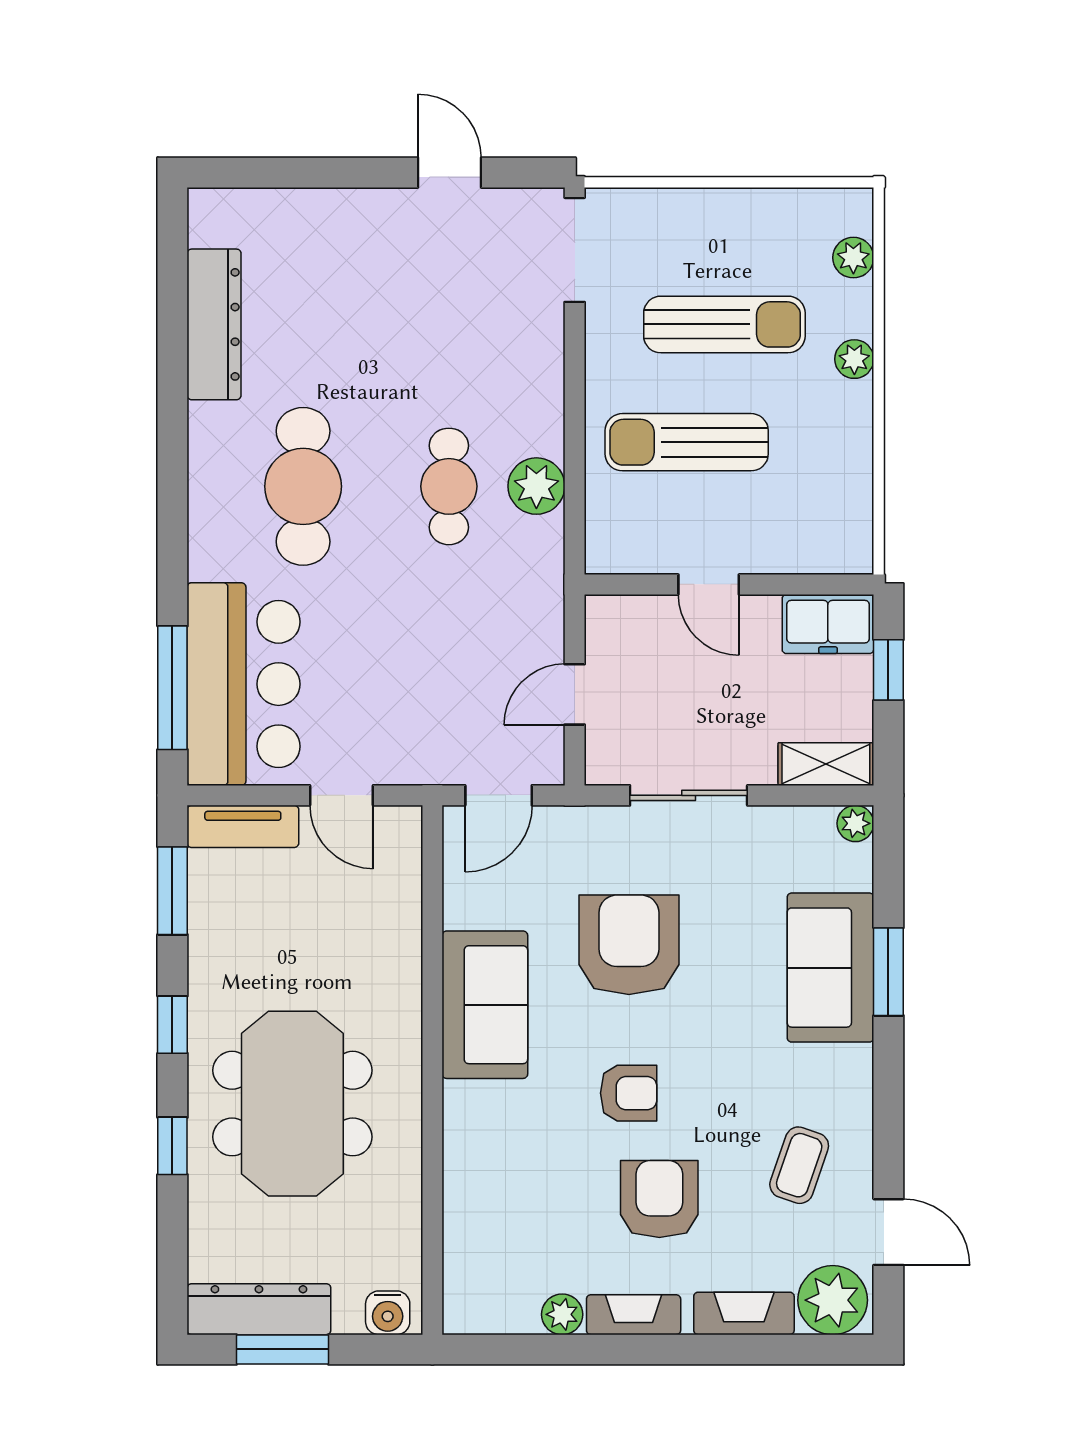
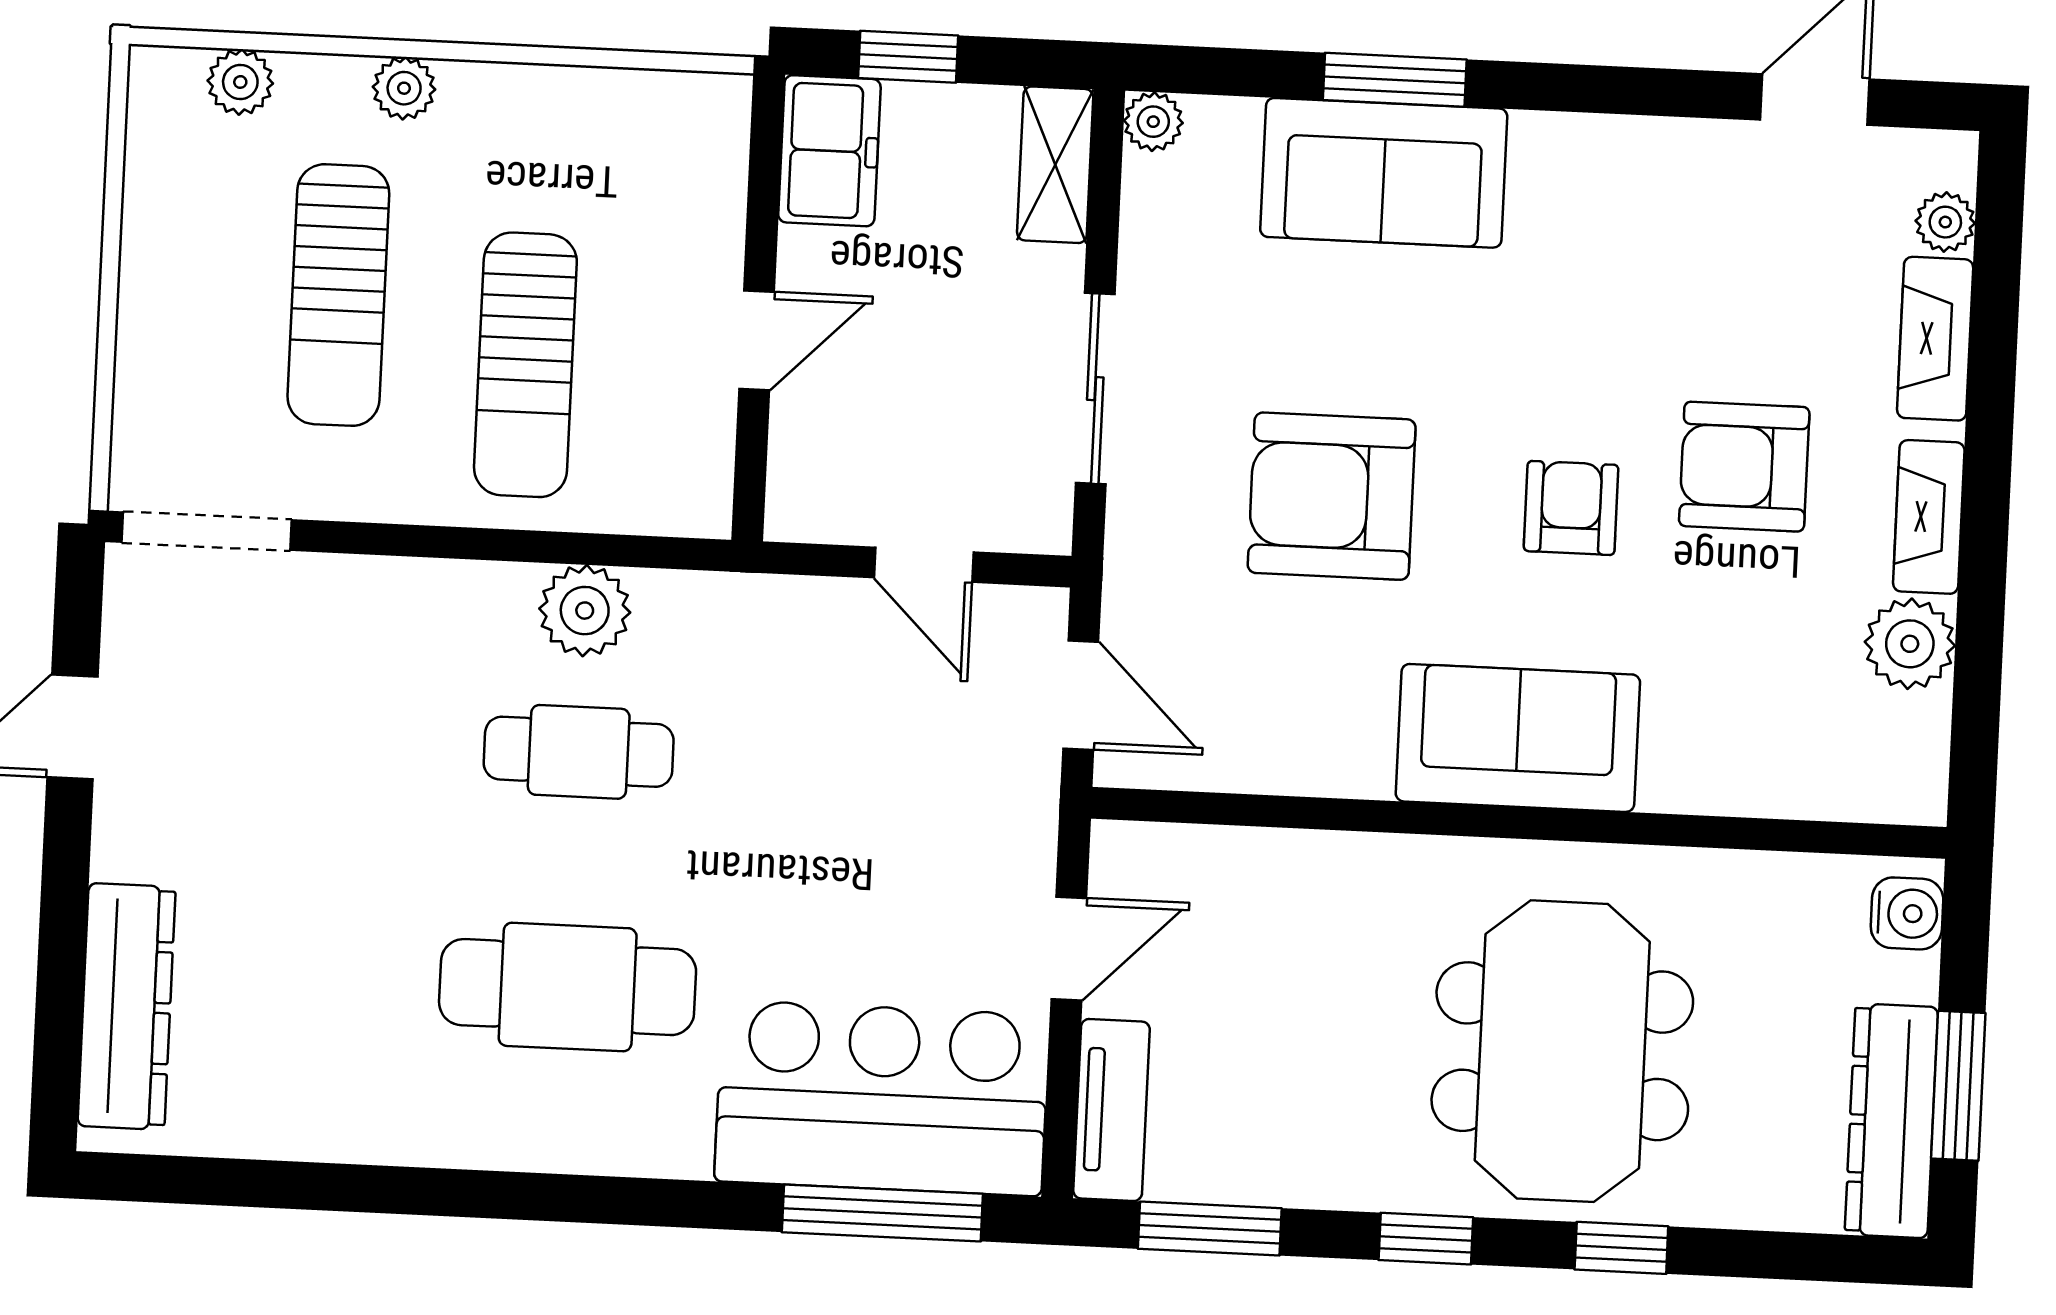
dresser: (214, 324) -> (127, 1006), moved, turned 90
sun lounger: (724, 324) -> (338, 295), turned 180
sofa: (485, 1005) -> (1518, 738), moved
meeting table: (292, 1104) -> (1562, 1051), turned 90
coffee table: (799, 1165) -> (1700, 238), removed
plant: (833, 1300) -> (1945, 222), width x0.53, depth x0.53
plant: (562, 1314) -> (1910, 644), width x1.38, depth x1.38

